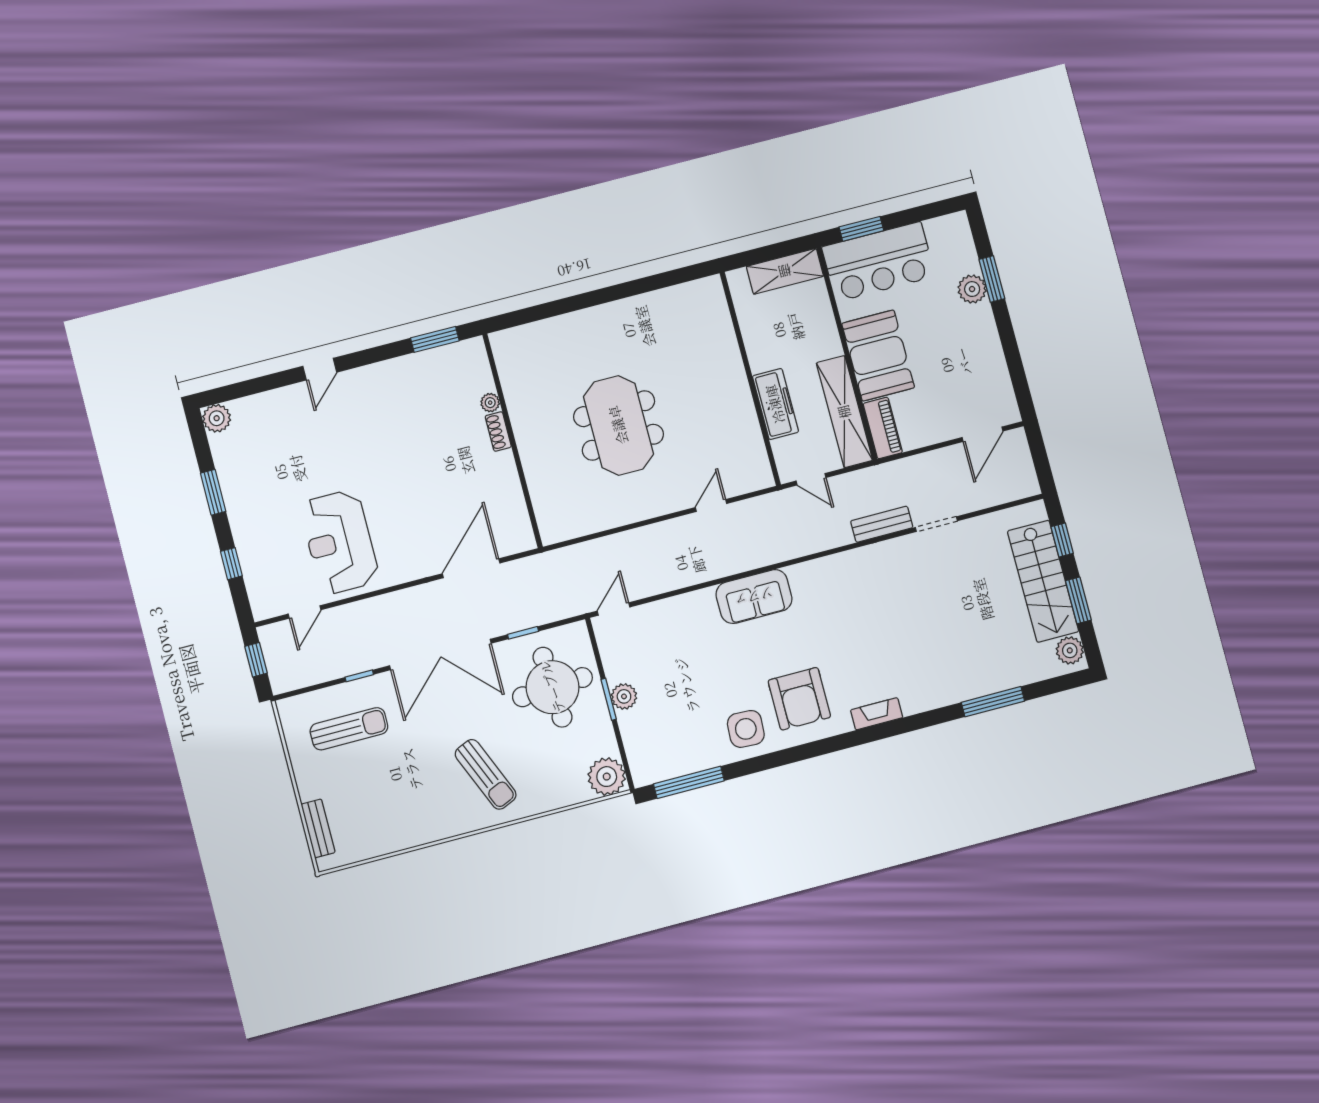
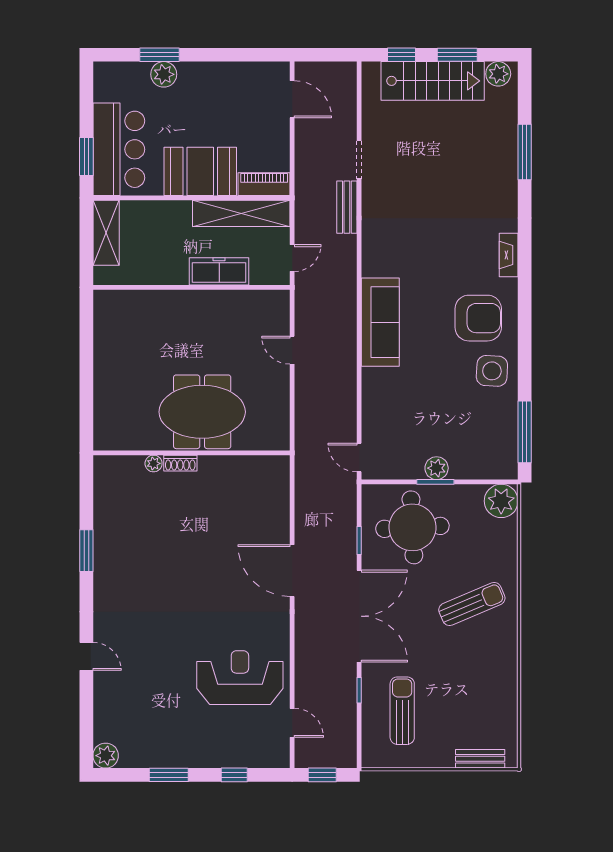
plant: (490, 403) -> (154, 463), moved
shoe rack: (498, 431) -> (180, 463), moved
wall: (512, 441) -> (191, 453), moved
reception desk: (340, 542) -> (240, 678), turned 180
sofa: (754, 597) -> (380, 322), width x1.36

